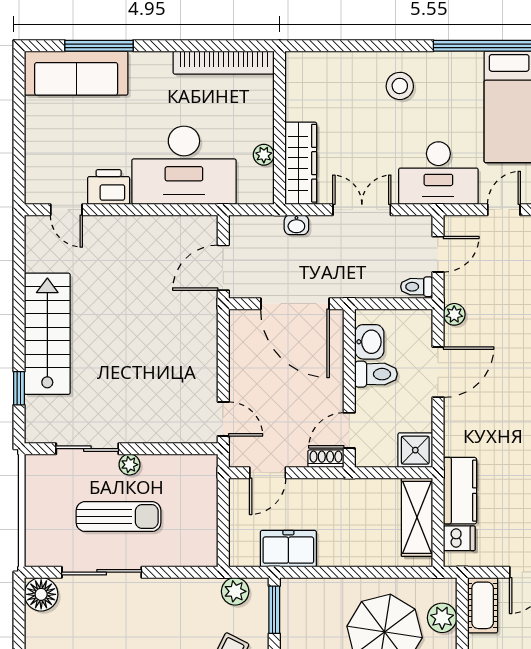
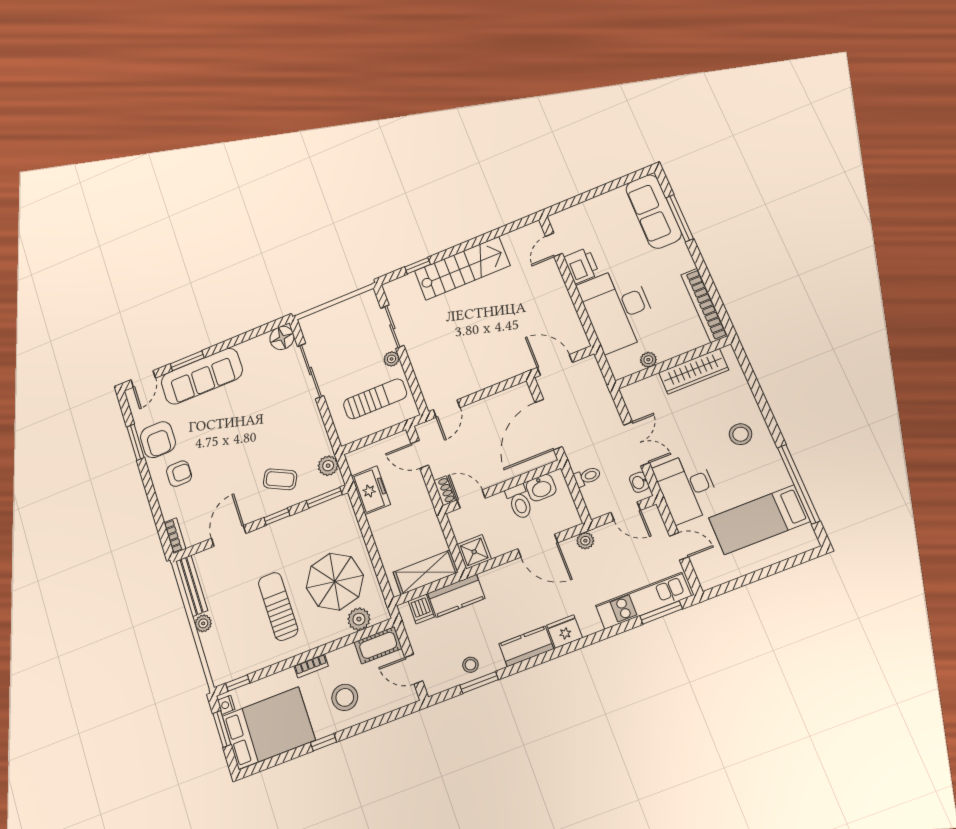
wardrobe: (301, 163) -> (694, 371), moved
washbasin: (296, 225) -> (639, 482), moved
toilet: (417, 287) -> (587, 476), moved, turned 90
sun lounger: (118, 517) -> (375, 399), moved, turned -90

